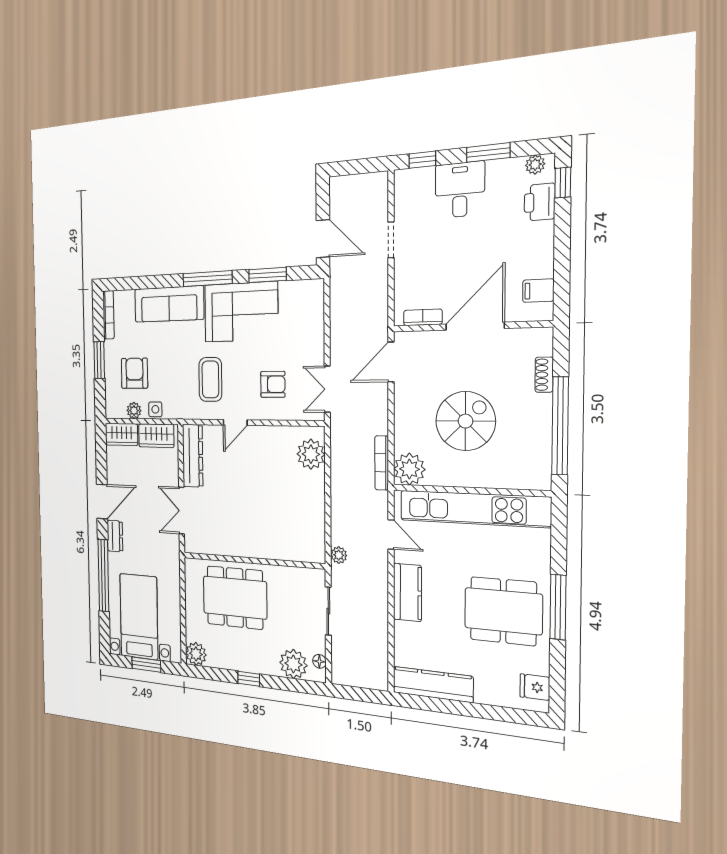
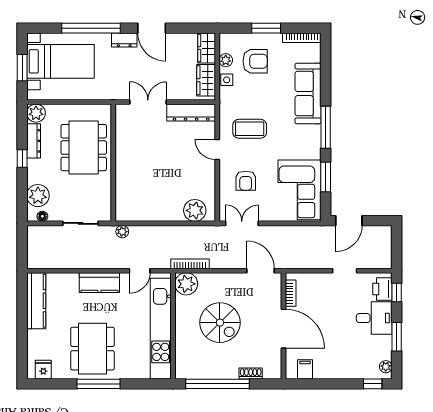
printer: (540, 202) -> (382, 289), moved, turned -90
corner sofa: (241, 312) -> (300, 190), moved
dresser: (228, 661) -> (34, 141), added

